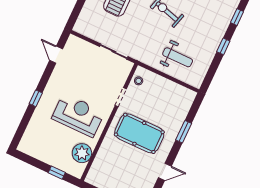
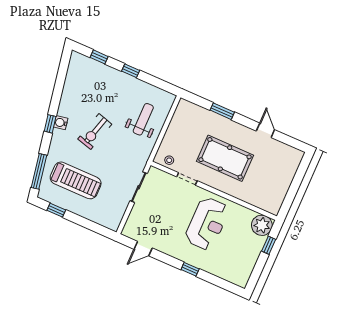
reception desk: (78, 115) -> (207, 224), turned 180
pool table: (139, 133) -> (225, 158), turned 90
plant: (82, 153) -> (262, 225), moved

